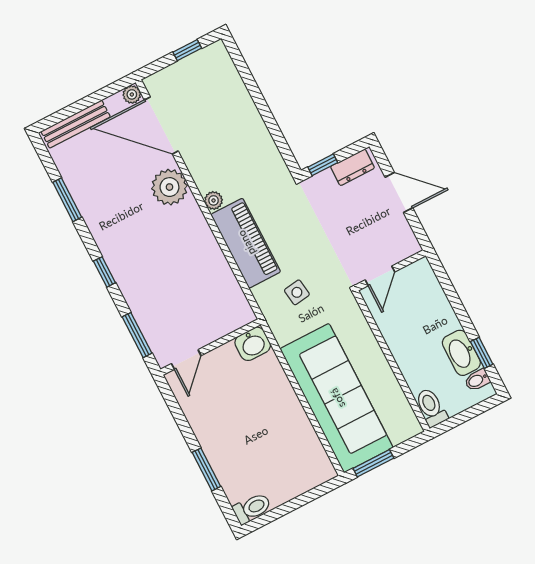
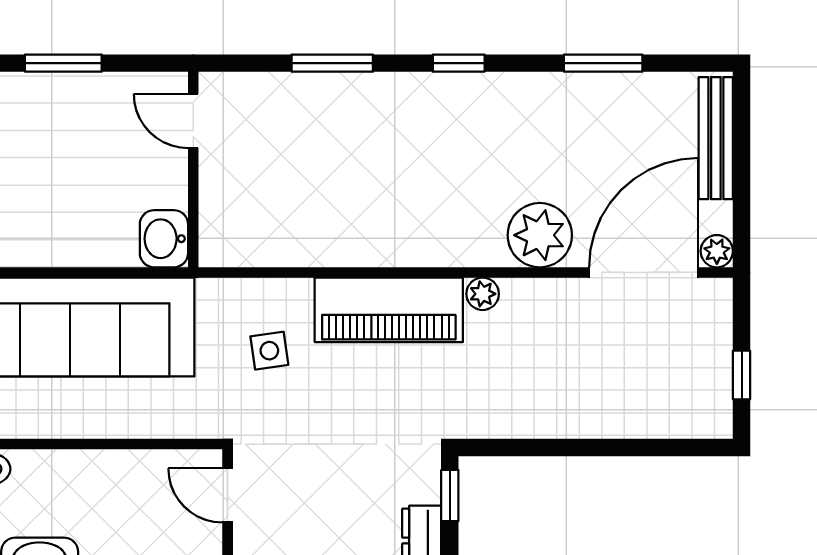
washbasin: (253, 344) -> (164, 239), moved
wall: (211, 347) -> (193, 169), moved
door: (186, 360) -> (193, 121), moved

